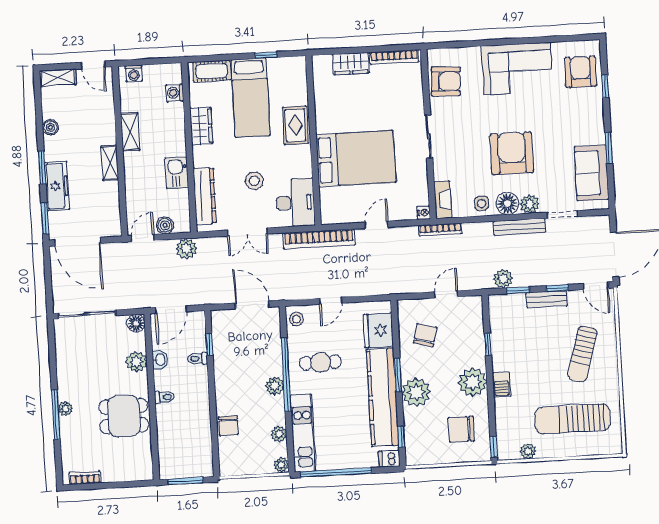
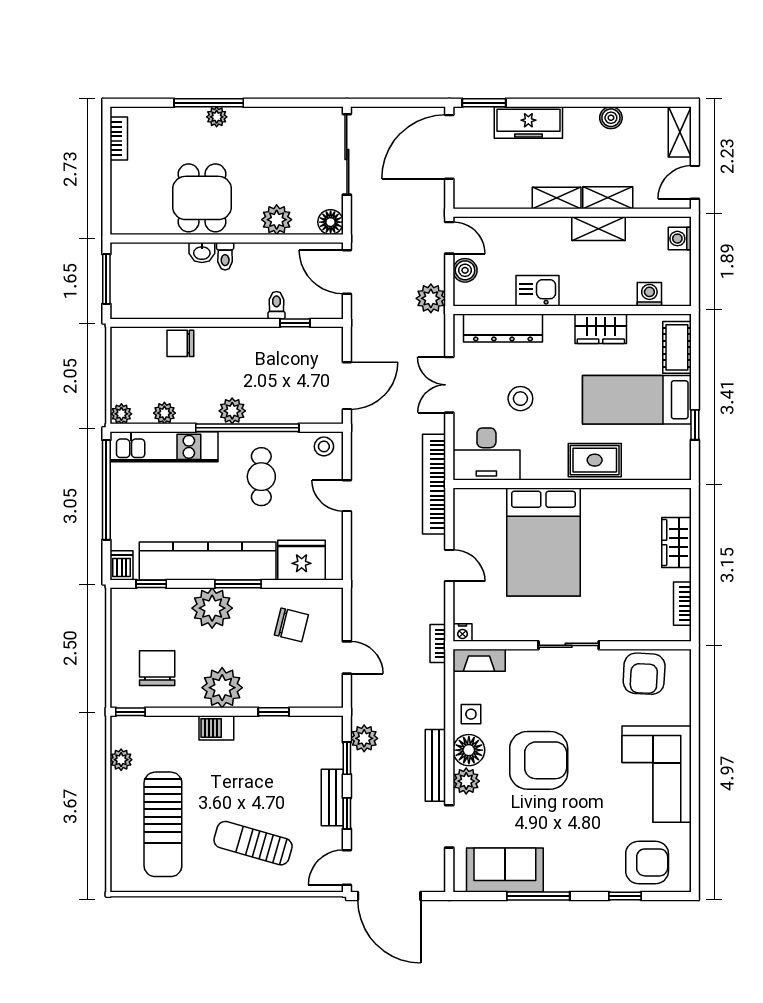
bookcase: (394, 57) -> (682, 604), width x0.64
shelving: (108, 126) -> (608, 198), added
window: (609, 148) -> (538, 896), width x1.44
window: (42, 168) -> (555, 103), removed
bookcase: (440, 229) -> (438, 644), width x0.64
washbasin: (160, 360) -> (202, 252), moved
sun lounger: (573, 419) -> (163, 824), turned 180

